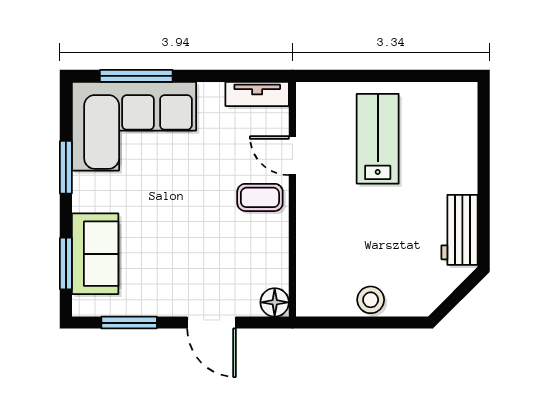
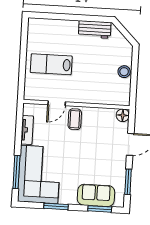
tv unit: (257, 94) -> (27, 130), moved

